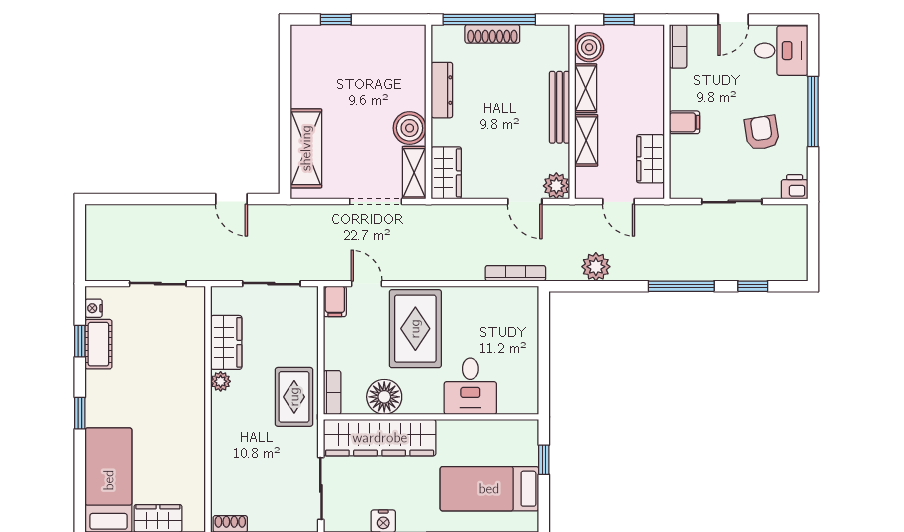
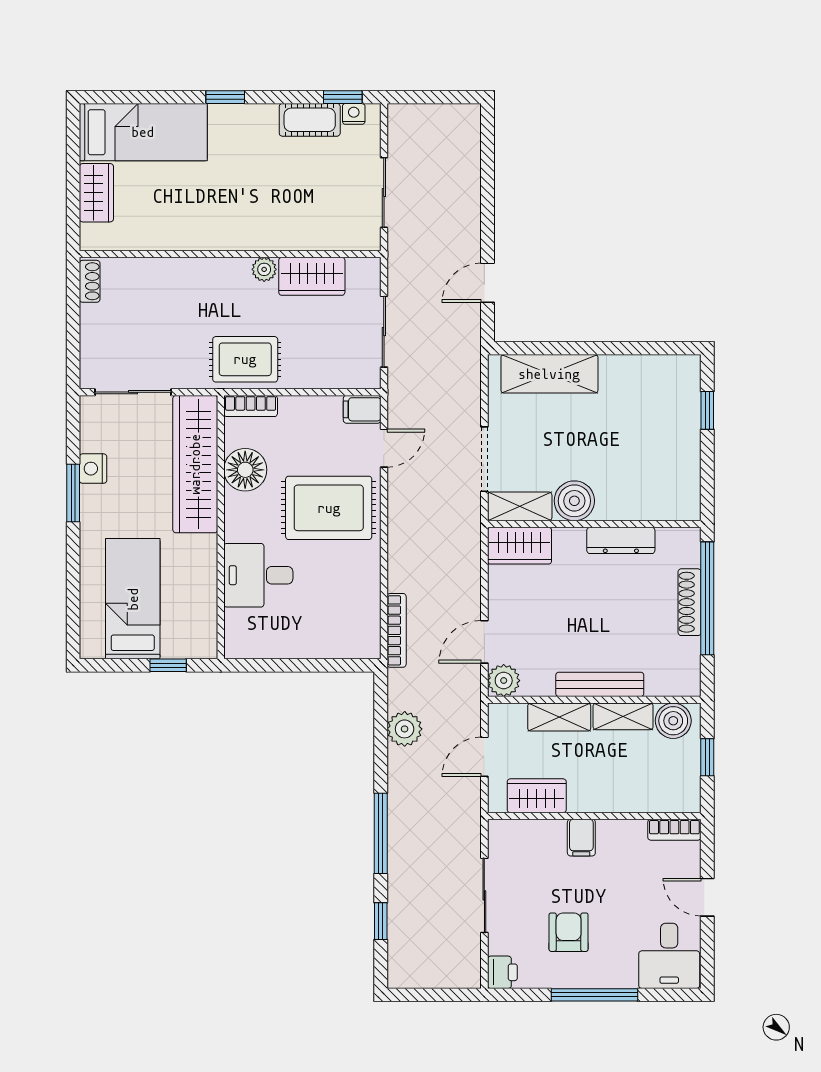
armchair: (762, 133) -> (569, 932), turned -81
window: (80, 341) -> (343, 97), moved

